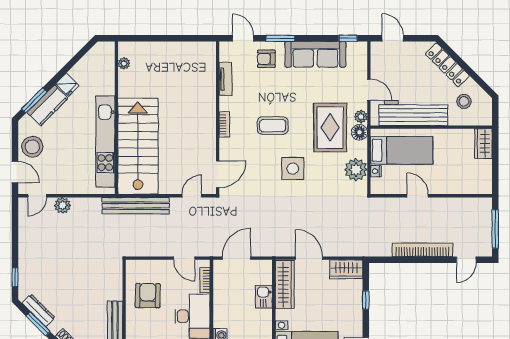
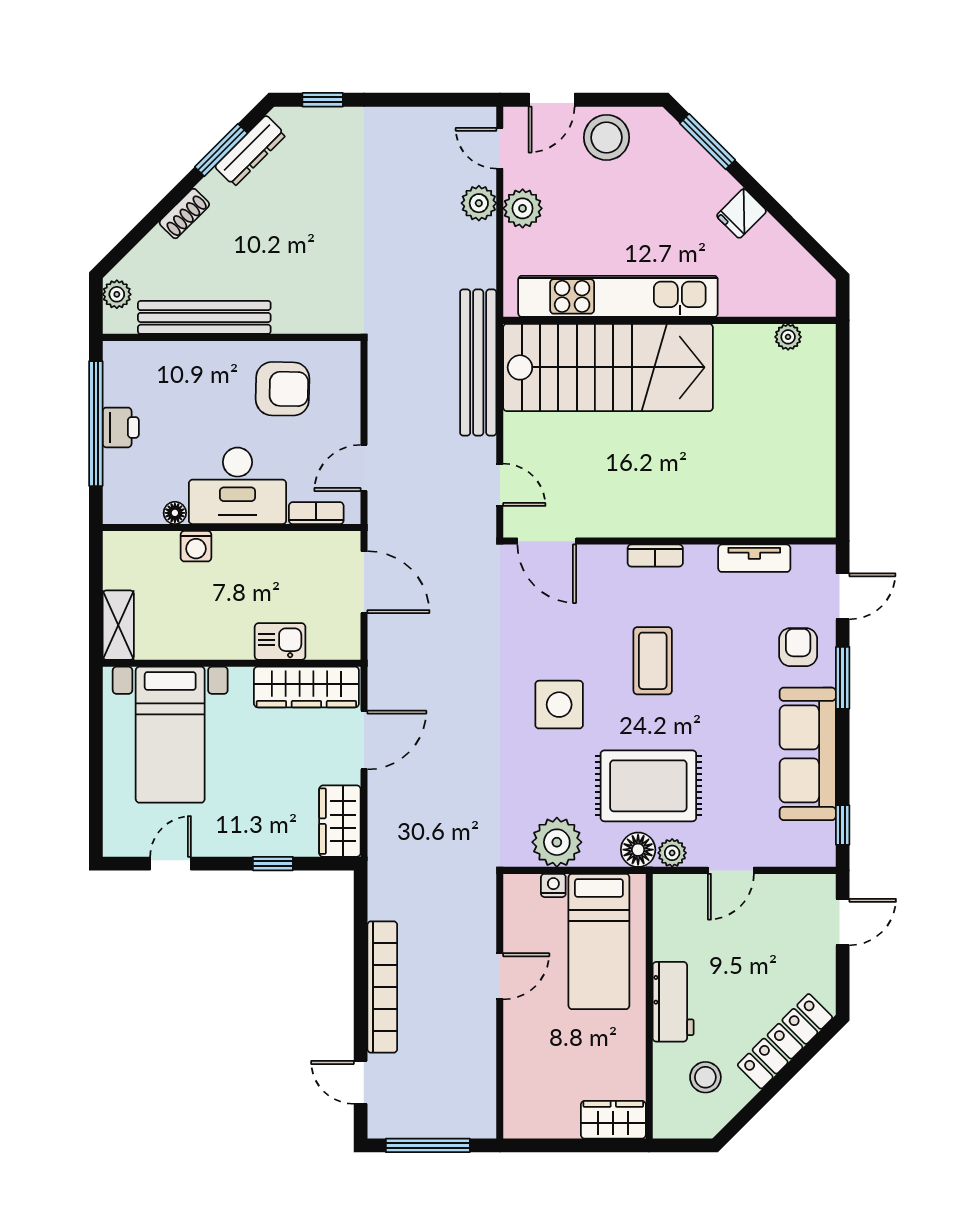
kitchen counter: (48, 105) -> (697, 171), removed
workbench: (413, 113) -> (673, 1002), width x0.53, depth x0.76
plant: (65, 185) -> (523, 208), added

